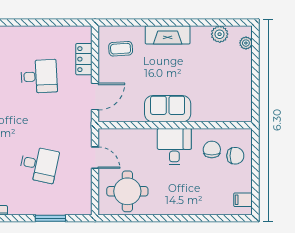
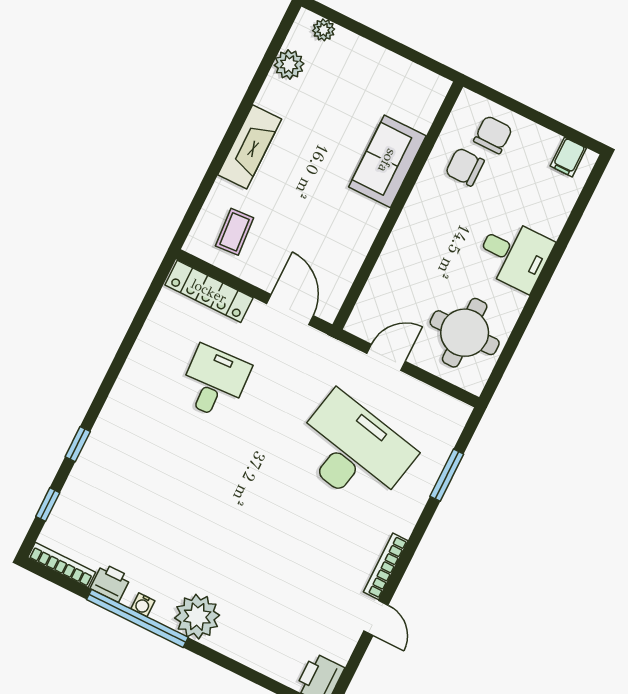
locker: (84, 59) -> (209, 291), width x1.53
sofa: (168, 109) -> (387, 161), moved
desk: (174, 147) -> (514, 255), moved, turned 180
desk: (39, 164) -> (353, 451), width x1.87, depth x1.30

